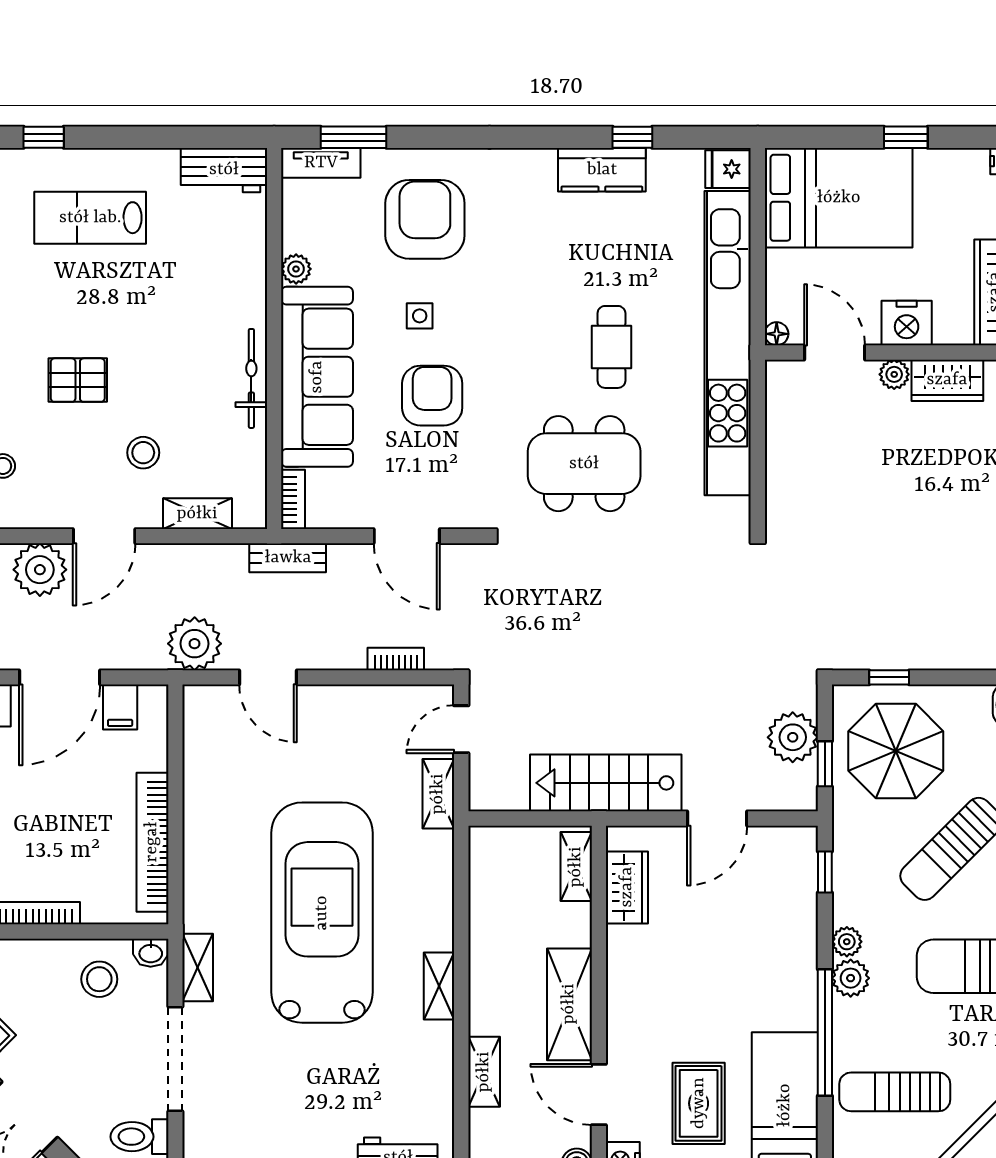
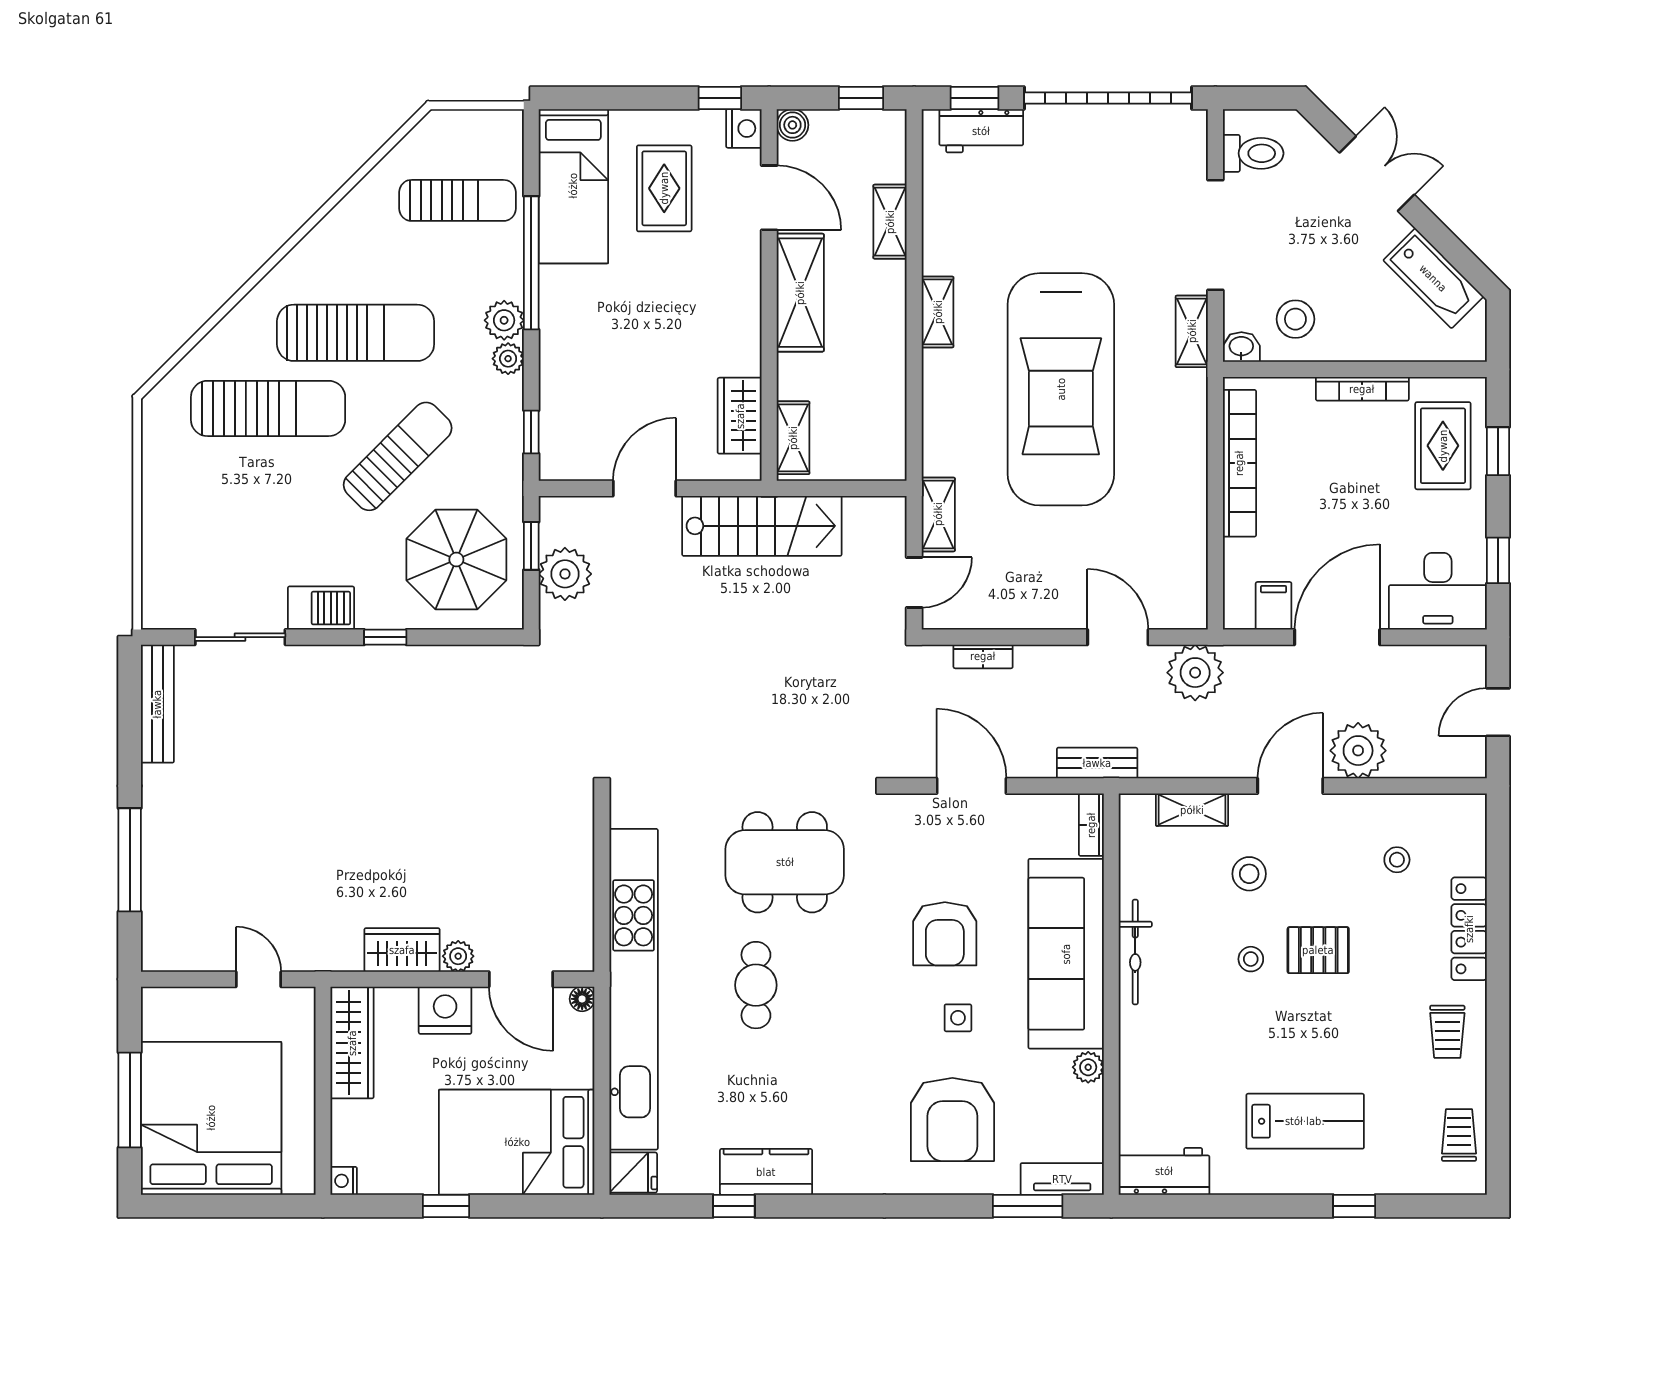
stool: (142, 372) -> (1251, 959), added
window: (889, 677) -> (385, 637), moved

